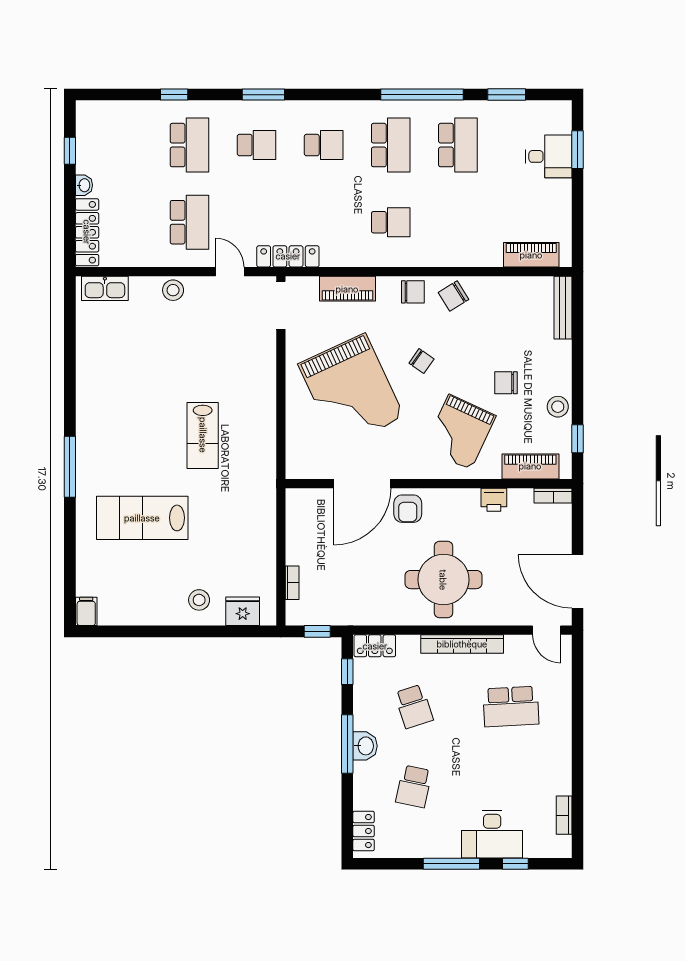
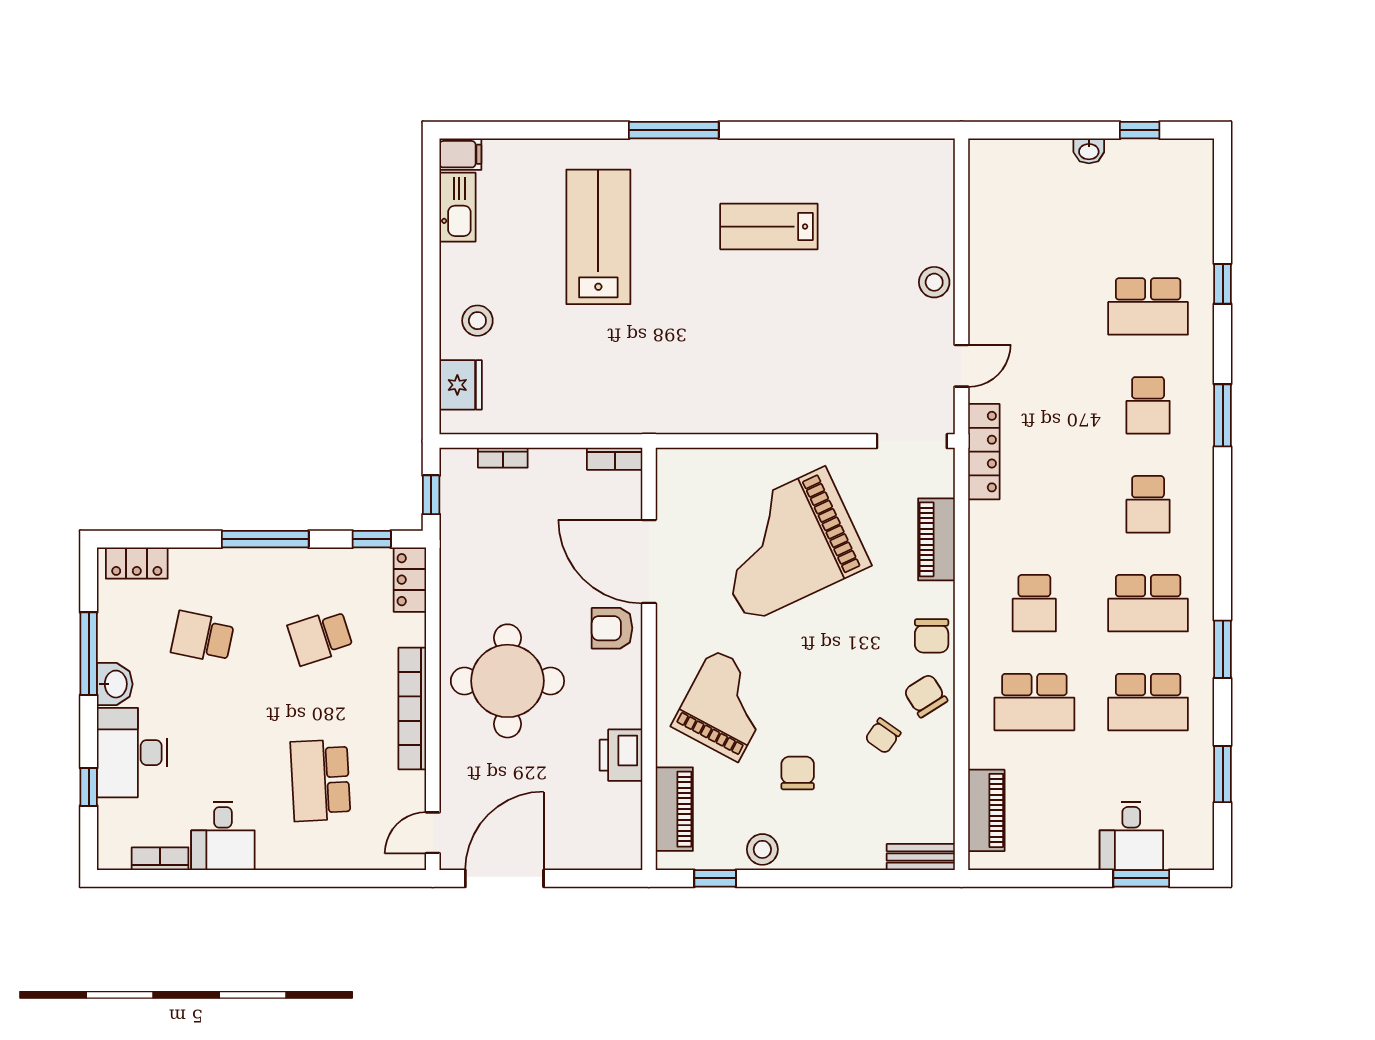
window: (422, 95) -> (1223, 649), width x0.47
school desk: (189, 222) -> (1034, 702), moved
locker: (87, 232) -> (1019, 155), removed
kitchen sink: (105, 288) -> (458, 207), moved, turned 180
bench: (563, 308) -> (921, 857), width x0.73
chair: (421, 361) -> (883, 736), moved
grand piano: (460, 432) -> (725, 705), turned 93
lab bench: (203, 435) -> (769, 227), moved
bookcase: (553, 496) -> (615, 459), moved, turned -90
printer: (494, 500) -> (621, 755), width x1.36, depth x1.24
washbasin: (365, 746) -> (115, 684), moved, turned -90
desk: (549, 773) -> (223, 836), added
window: (451, 864) -> (89, 654), moved

